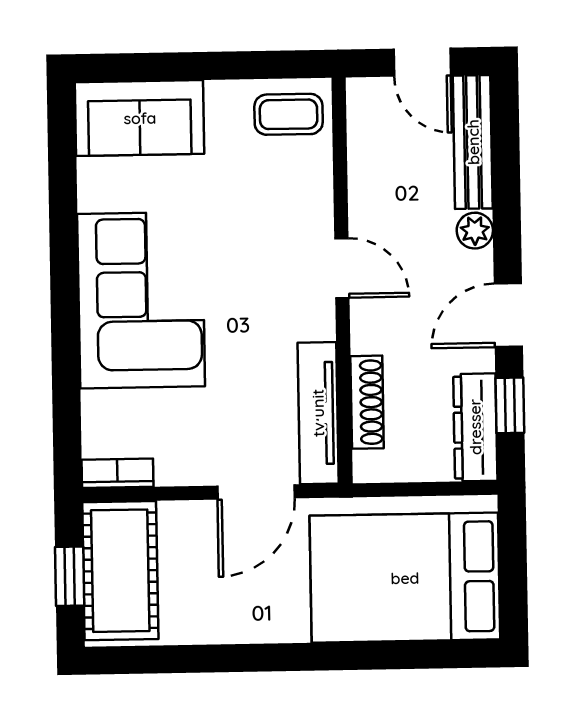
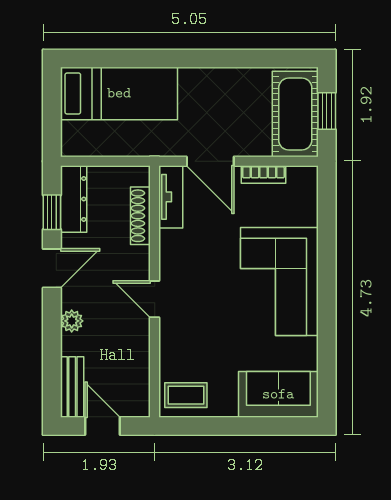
bench: (473, 142) -> (72, 387), width x0.73
tv unit: (318, 413) -> (171, 197), width x0.71
bookcase: (117, 473) -> (263, 174), moved
door: (256, 492) -> (210, 161), swing flipped
bed: (405, 578) -> (119, 93), width x0.67

